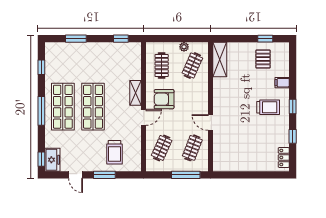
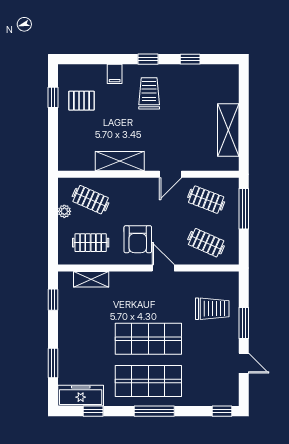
shelving: (220, 60) -> (120, 161), moved
shelving: (136, 93) -> (91, 279), moved
locker: (284, 157) -> (220, 72), removed
freezer: (52, 160) -> (81, 396), moved, width x1.40
shelving: (242, 164) -> (228, 130), added
door: (76, 175) -> (244, 363), hinge flipped

